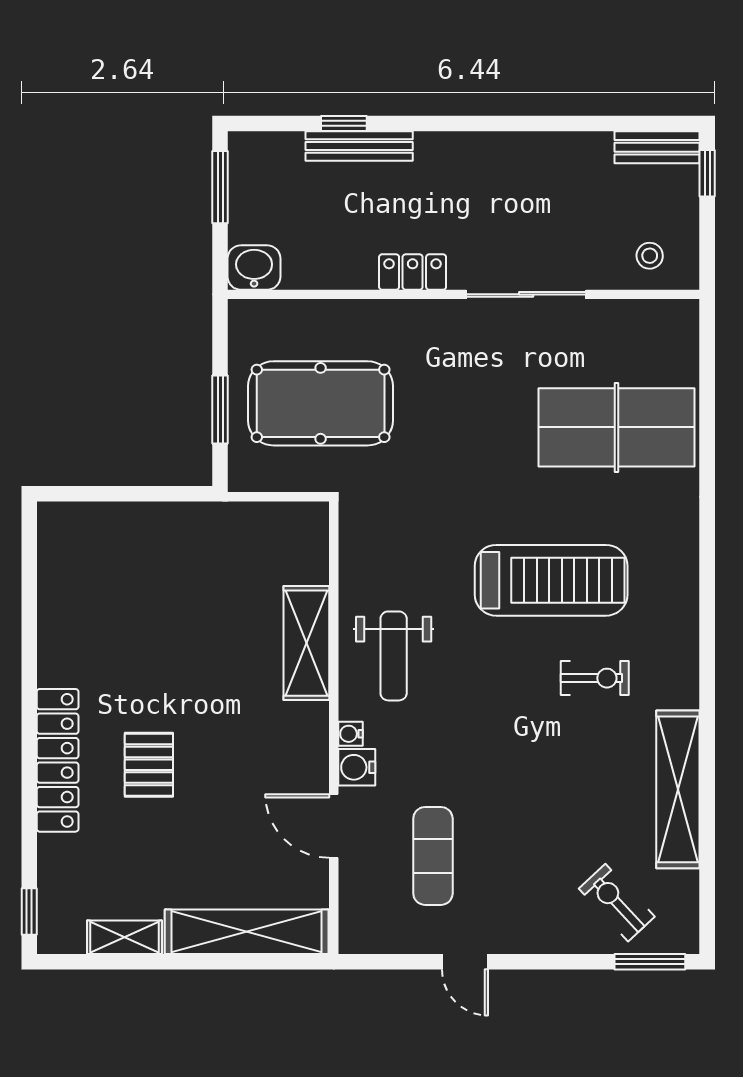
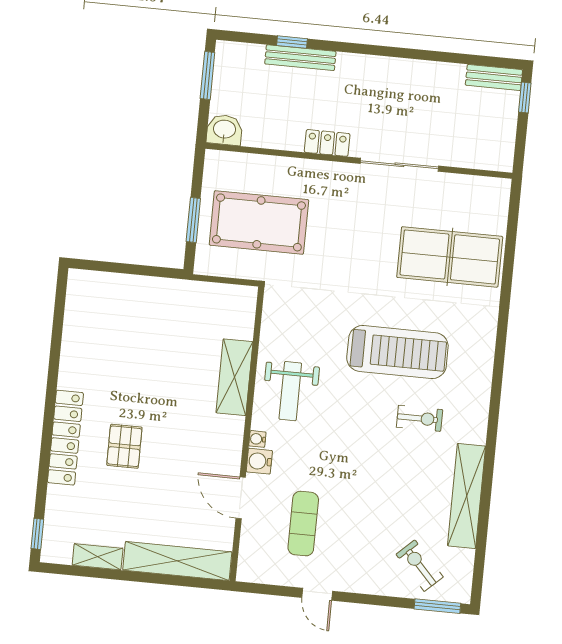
stool: (650, 256) -> (482, 147), removed

